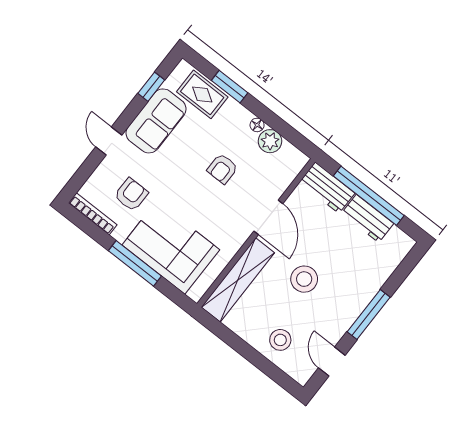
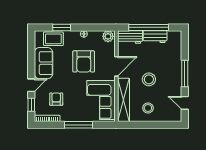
window: (151, 87) -> (31, 105), moved
door: (109, 141) -> (31, 85), swing flipped
plant: (270, 141) -> (108, 36), moved
armchair: (222, 169) -> (84, 61), width x1.88, depth x1.88
door: (268, 217) -> (116, 66), hinge flipped
corner sofa: (171, 247) -> (101, 100), moved, turned -90
stool: (280, 340) -> (148, 108), moved

